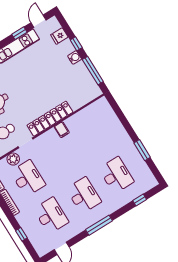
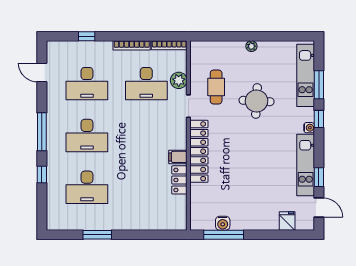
window: (76, 44) -> (266, 235), removed
water cooler: (75, 57) -> (223, 223), moved
locker: (76, 120) -> (179, 180), added
window: (140, 200) -> (42, 175), moved

